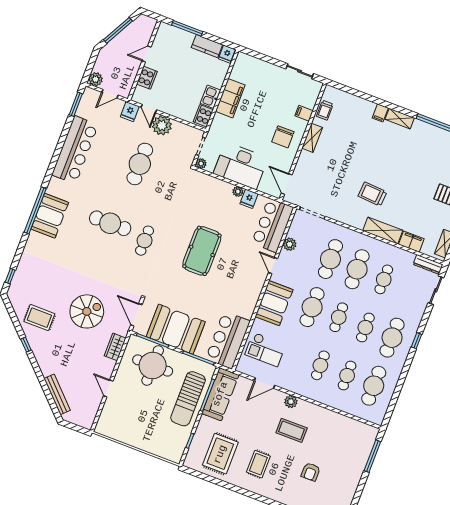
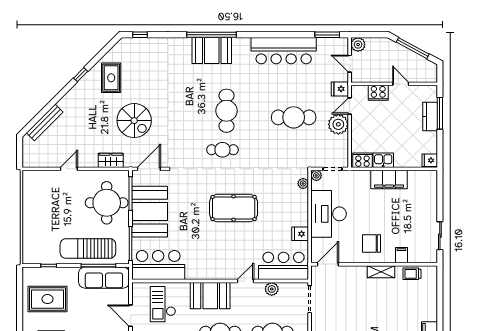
kitchen counter: (207, 46) -> (430, 117), moved
plant: (238, 192) -> (303, 183), moved

